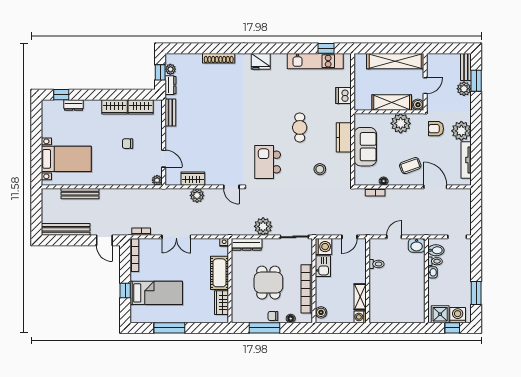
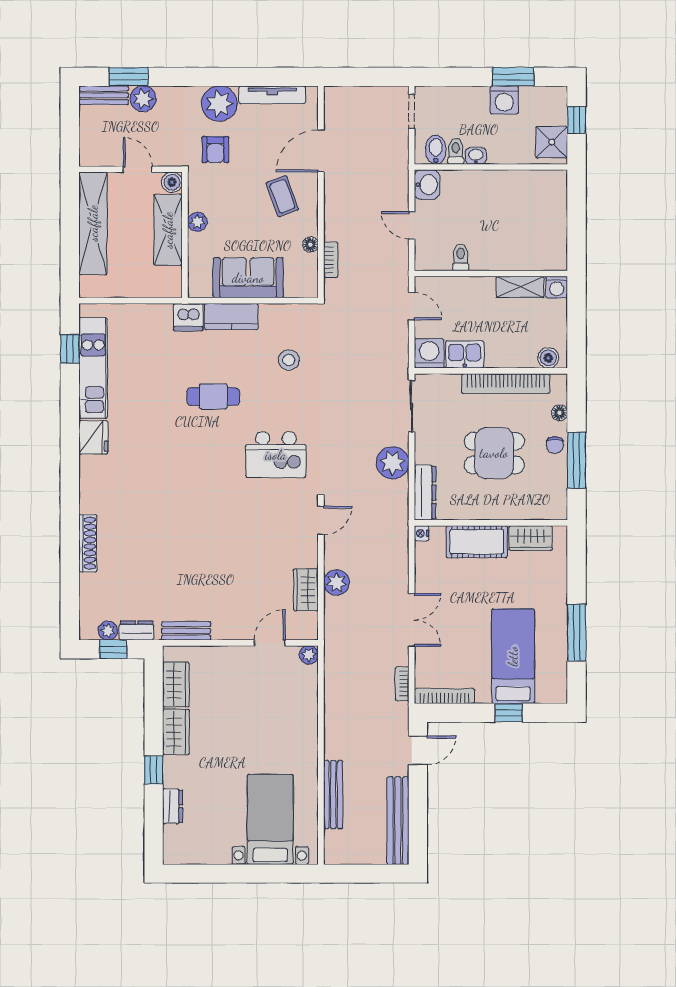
fridge: (261, 61) -> (93, 437), moved
window: (61, 95) -> (154, 770), moved
dishwasher: (343, 96) -> (188, 317), moved
plant: (401, 123) -> (197, 222), width x0.53, depth x0.53
chair: (128, 144) -> (242, 708), removed
washing machine: (458, 315) -> (504, 100), moved, turned -90

